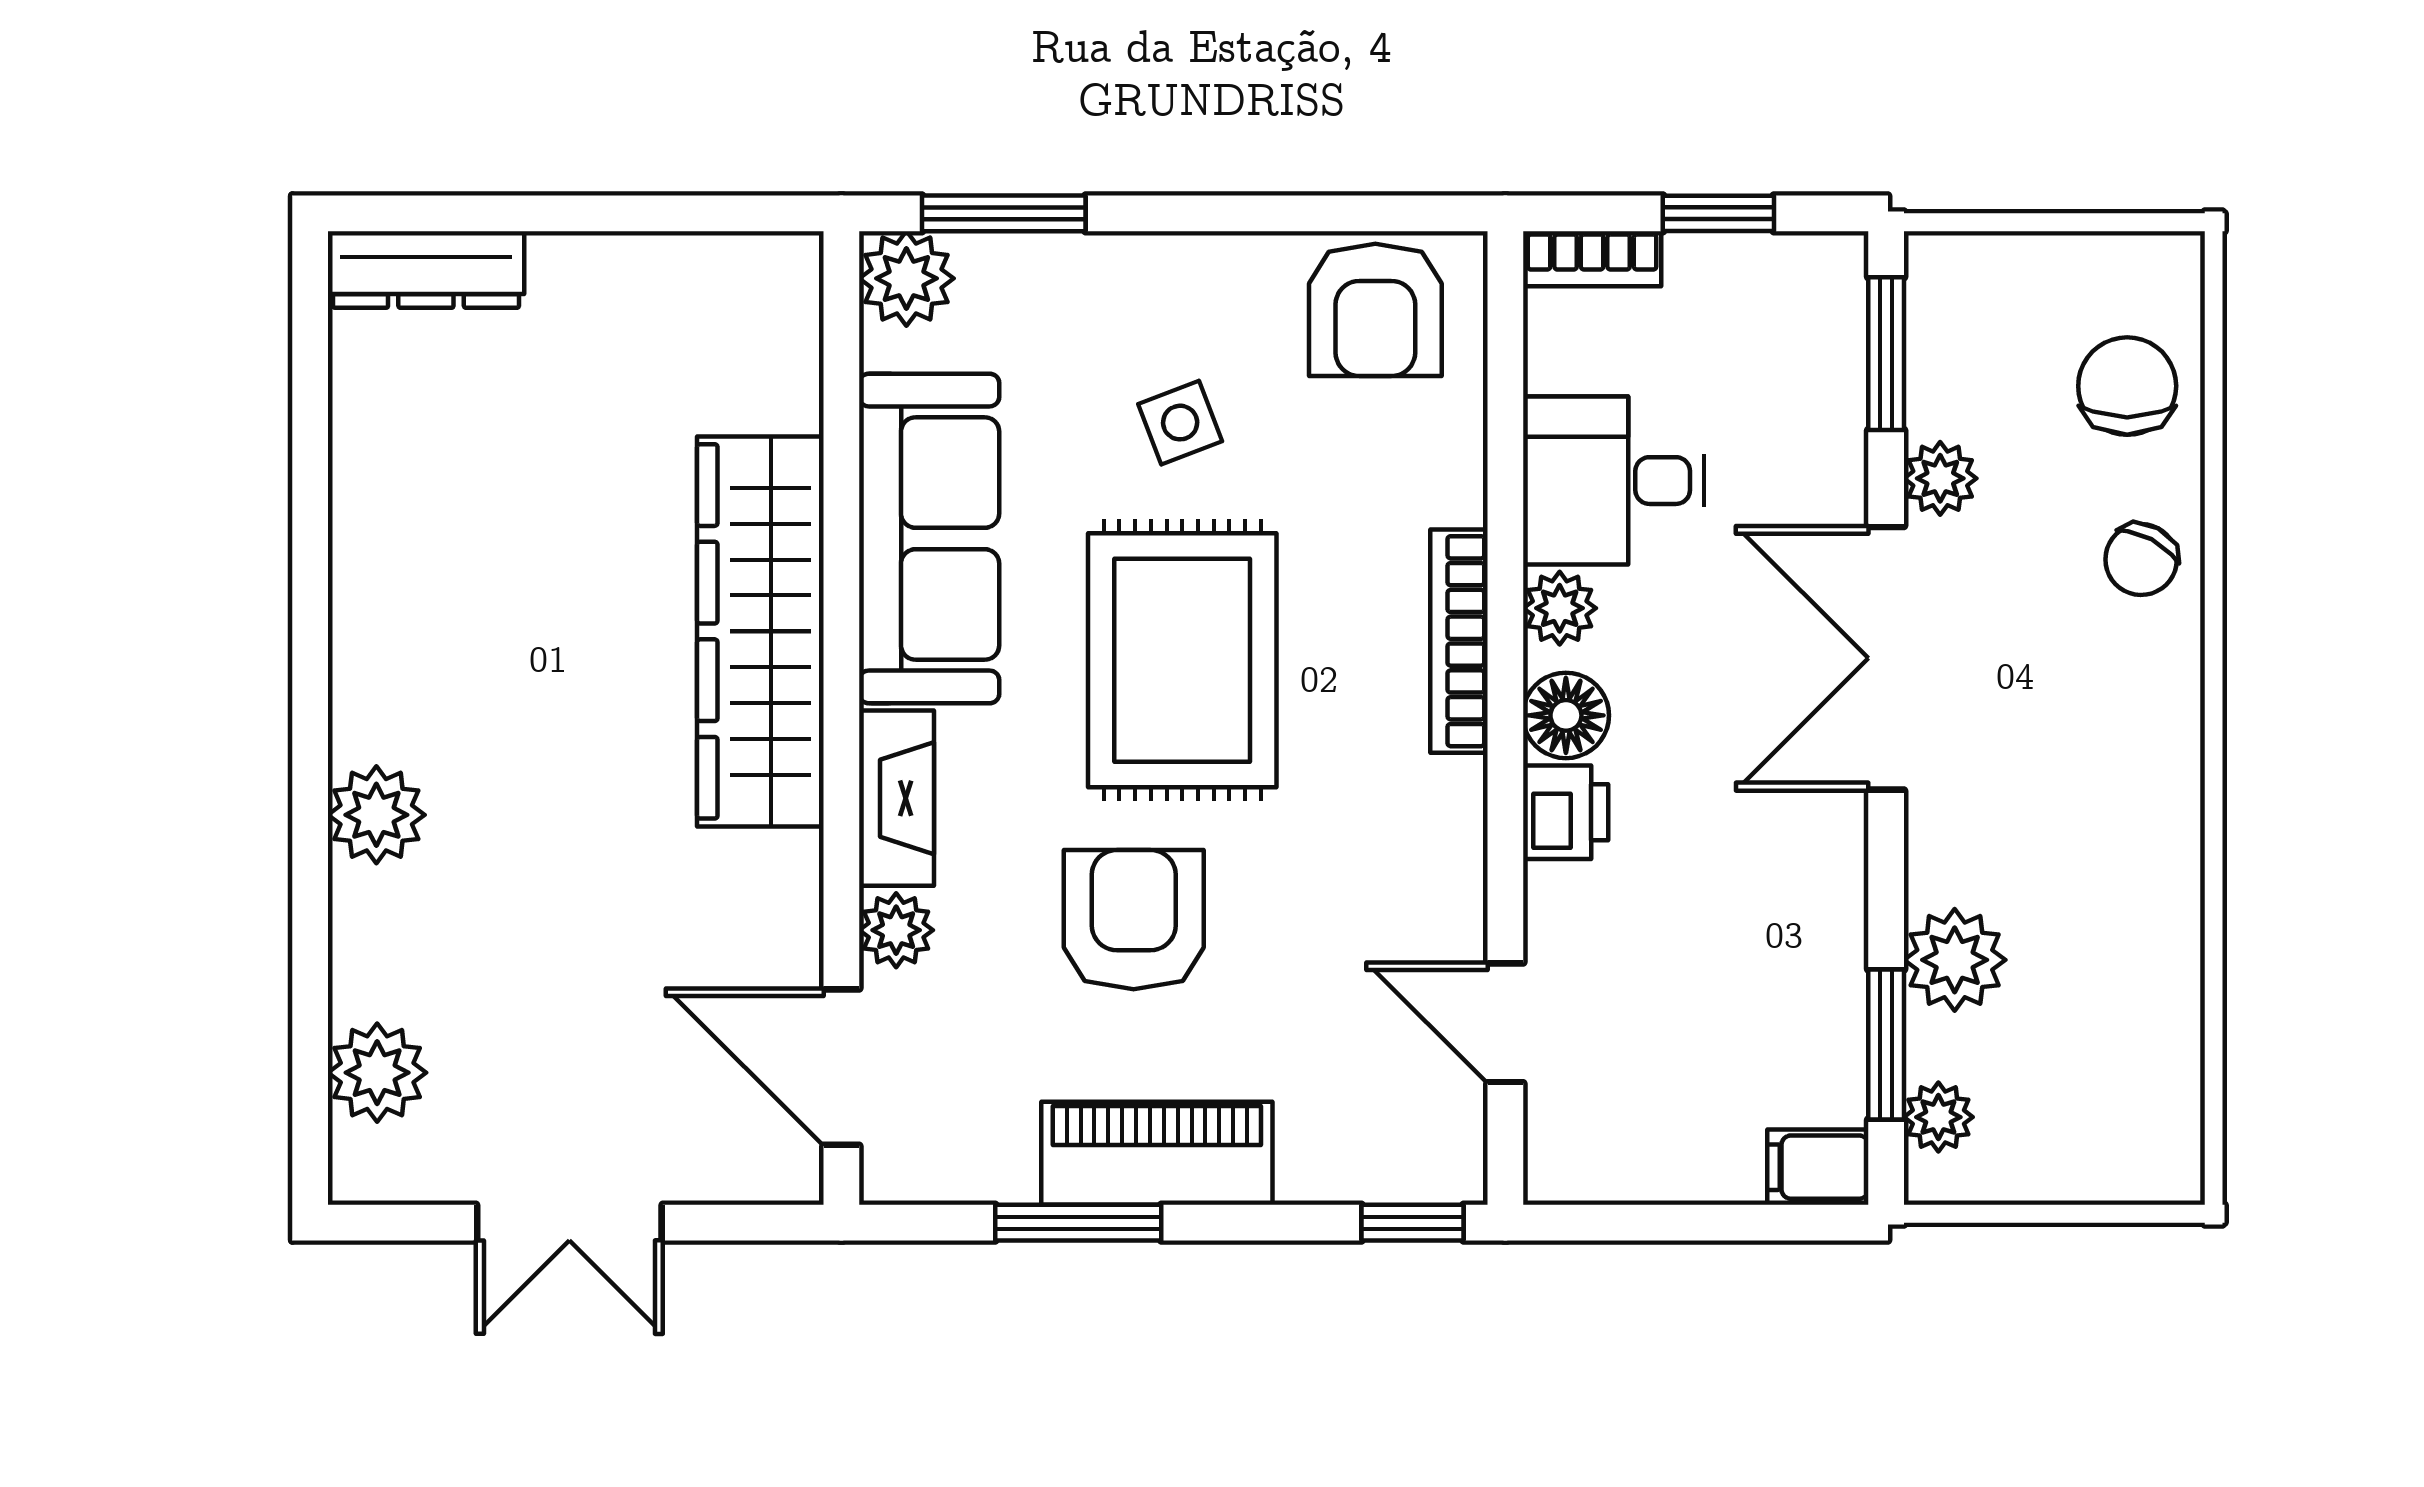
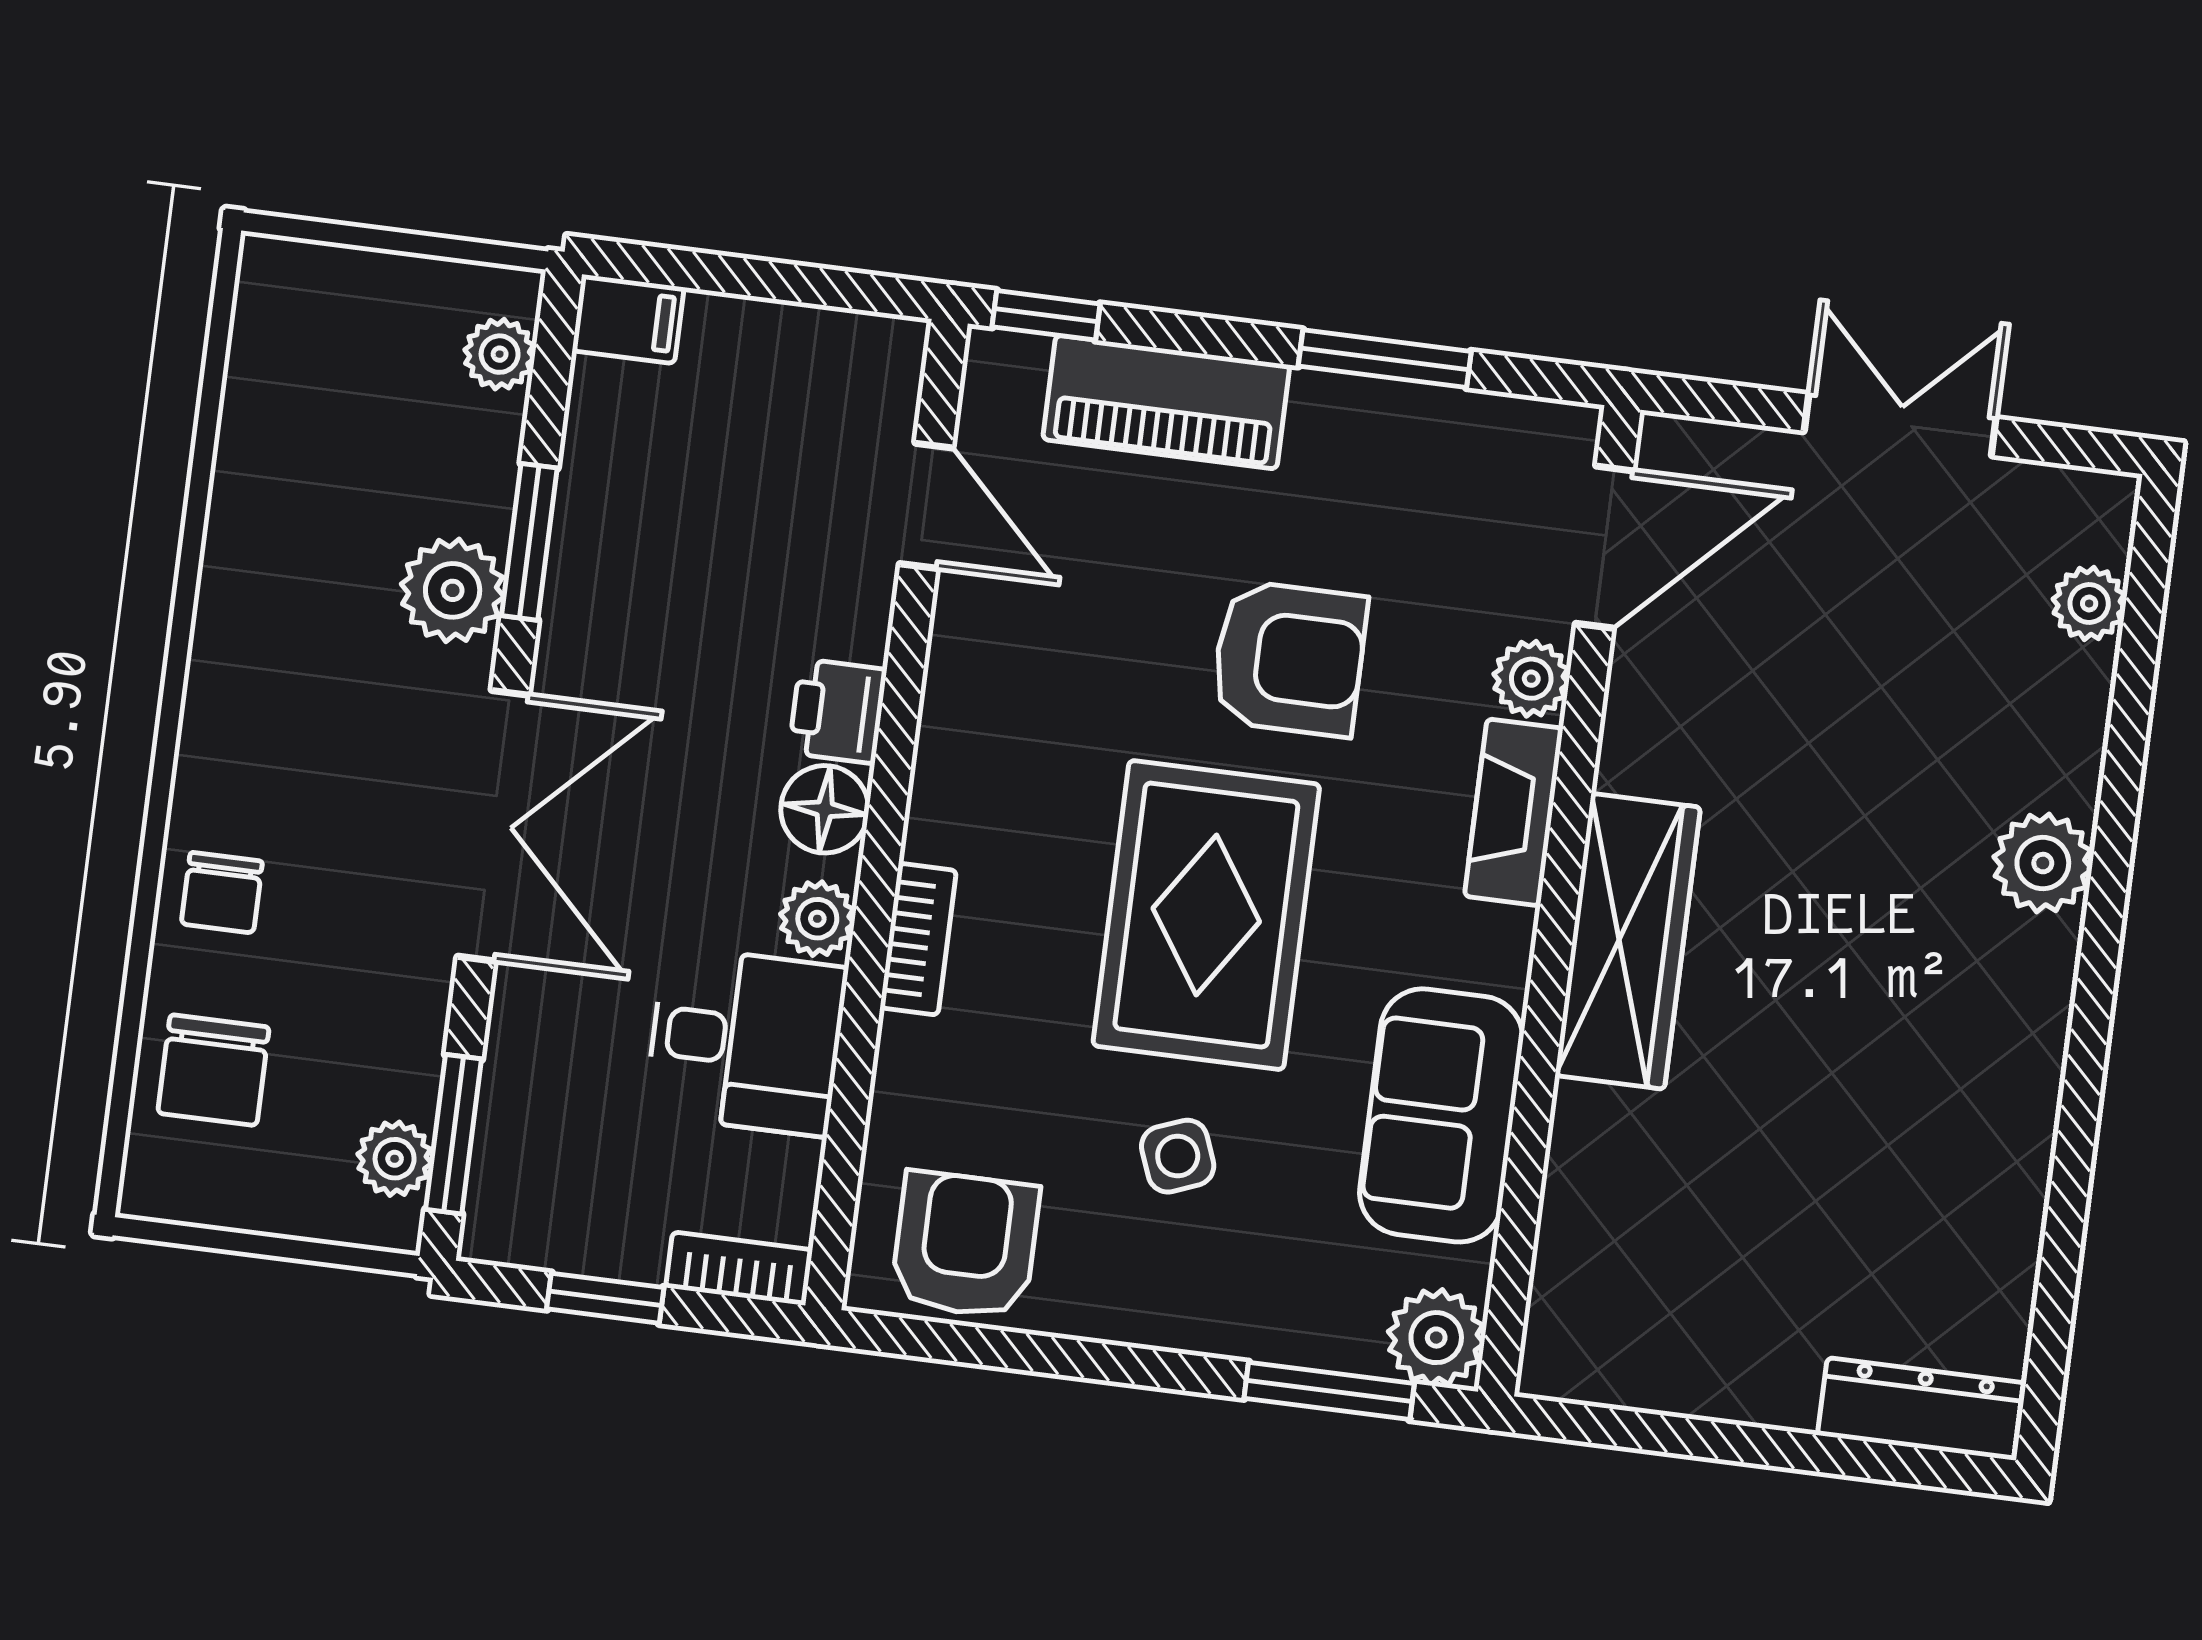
plant: (1940, 478) -> (395, 1159), moved
sofa: (929, 538) -> (1441, 1115), width x0.73
chair: (2141, 559) -> (222, 893), turned 152
wardrobe: (760, 631) -> (1628, 941), width x0.71, depth x0.85
bookcase: (1459, 641) -> (918, 939), width x0.64
armchair: (1134, 920) -> (1289, 659), turned -90
plant: (1955, 960) -> (453, 590), moved
window: (1886, 1045) -> (529, 542), moved
door: (841, 1067) -> (1605, 547), hinge flipped
plant: (377, 1073) -> (2089, 603), width x0.73, depth x0.73
piano: (1157, 1153) -> (1166, 402), moved

